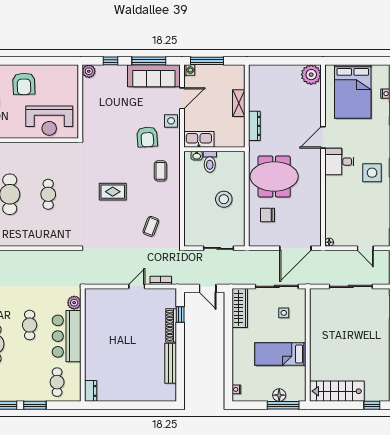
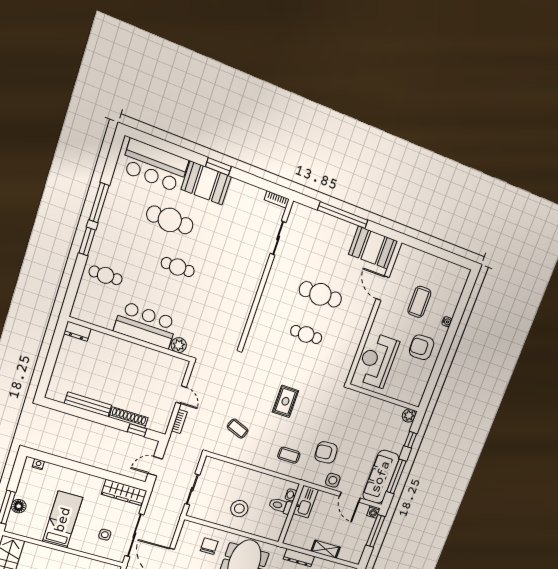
plant: (74, 303) -> (179, 345), moved
bar counter: (67, 336) -> (146, 325), moved
wall: (83, 345) -> (131, 339), moved
dresser: (91, 391) -> (77, 331), moved

